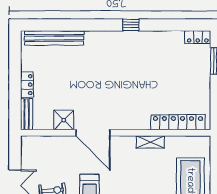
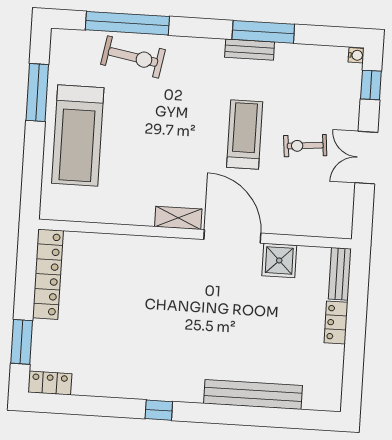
bench: (54, 38) -> (253, 394), moved
locker: (178, 122) -> (48, 274), moved, turned -90
shelving: (150, 142) -> (178, 218), moved

